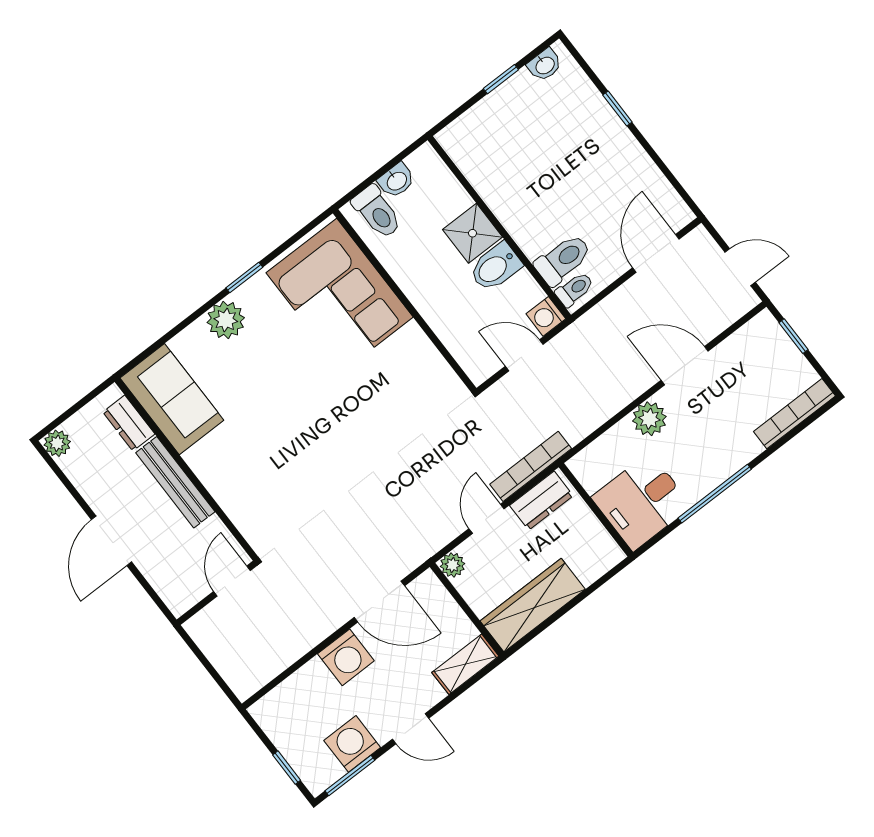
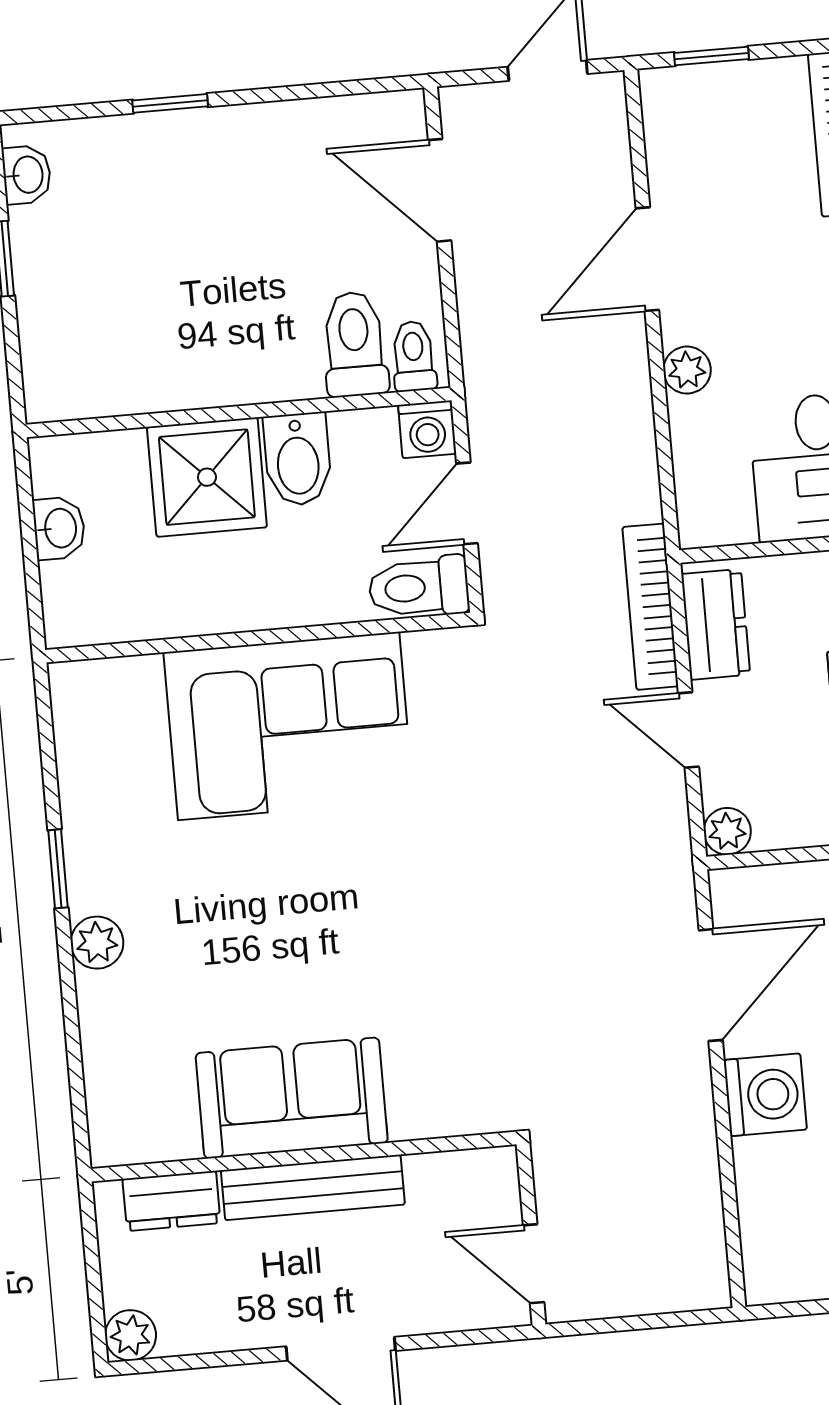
toilet: (377, 212) -> (419, 587), moved, turned 180
shower: (472, 233) -> (207, 477), width x1.36, depth x1.36
corner sofa: (340, 295) -> (289, 726), moved
plant: (226, 320) -> (97, 943), width x0.73, depth x0.73
sofa: (172, 399) -> (292, 1098), moved
plant: (649, 419) -> (687, 370), width x0.73, depth x0.73
door: (232, 581) -> (534, 1264), moved

